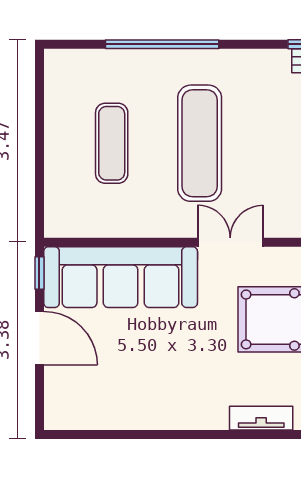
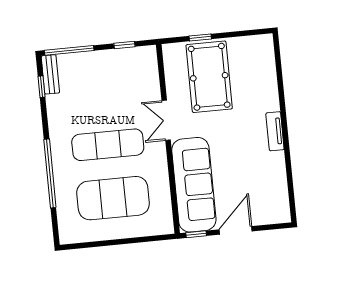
exercise mat: (112, 143) -> (113, 198), width x2.00, depth x1.45
tv unit: (261, 418) -> (275, 131), moved

